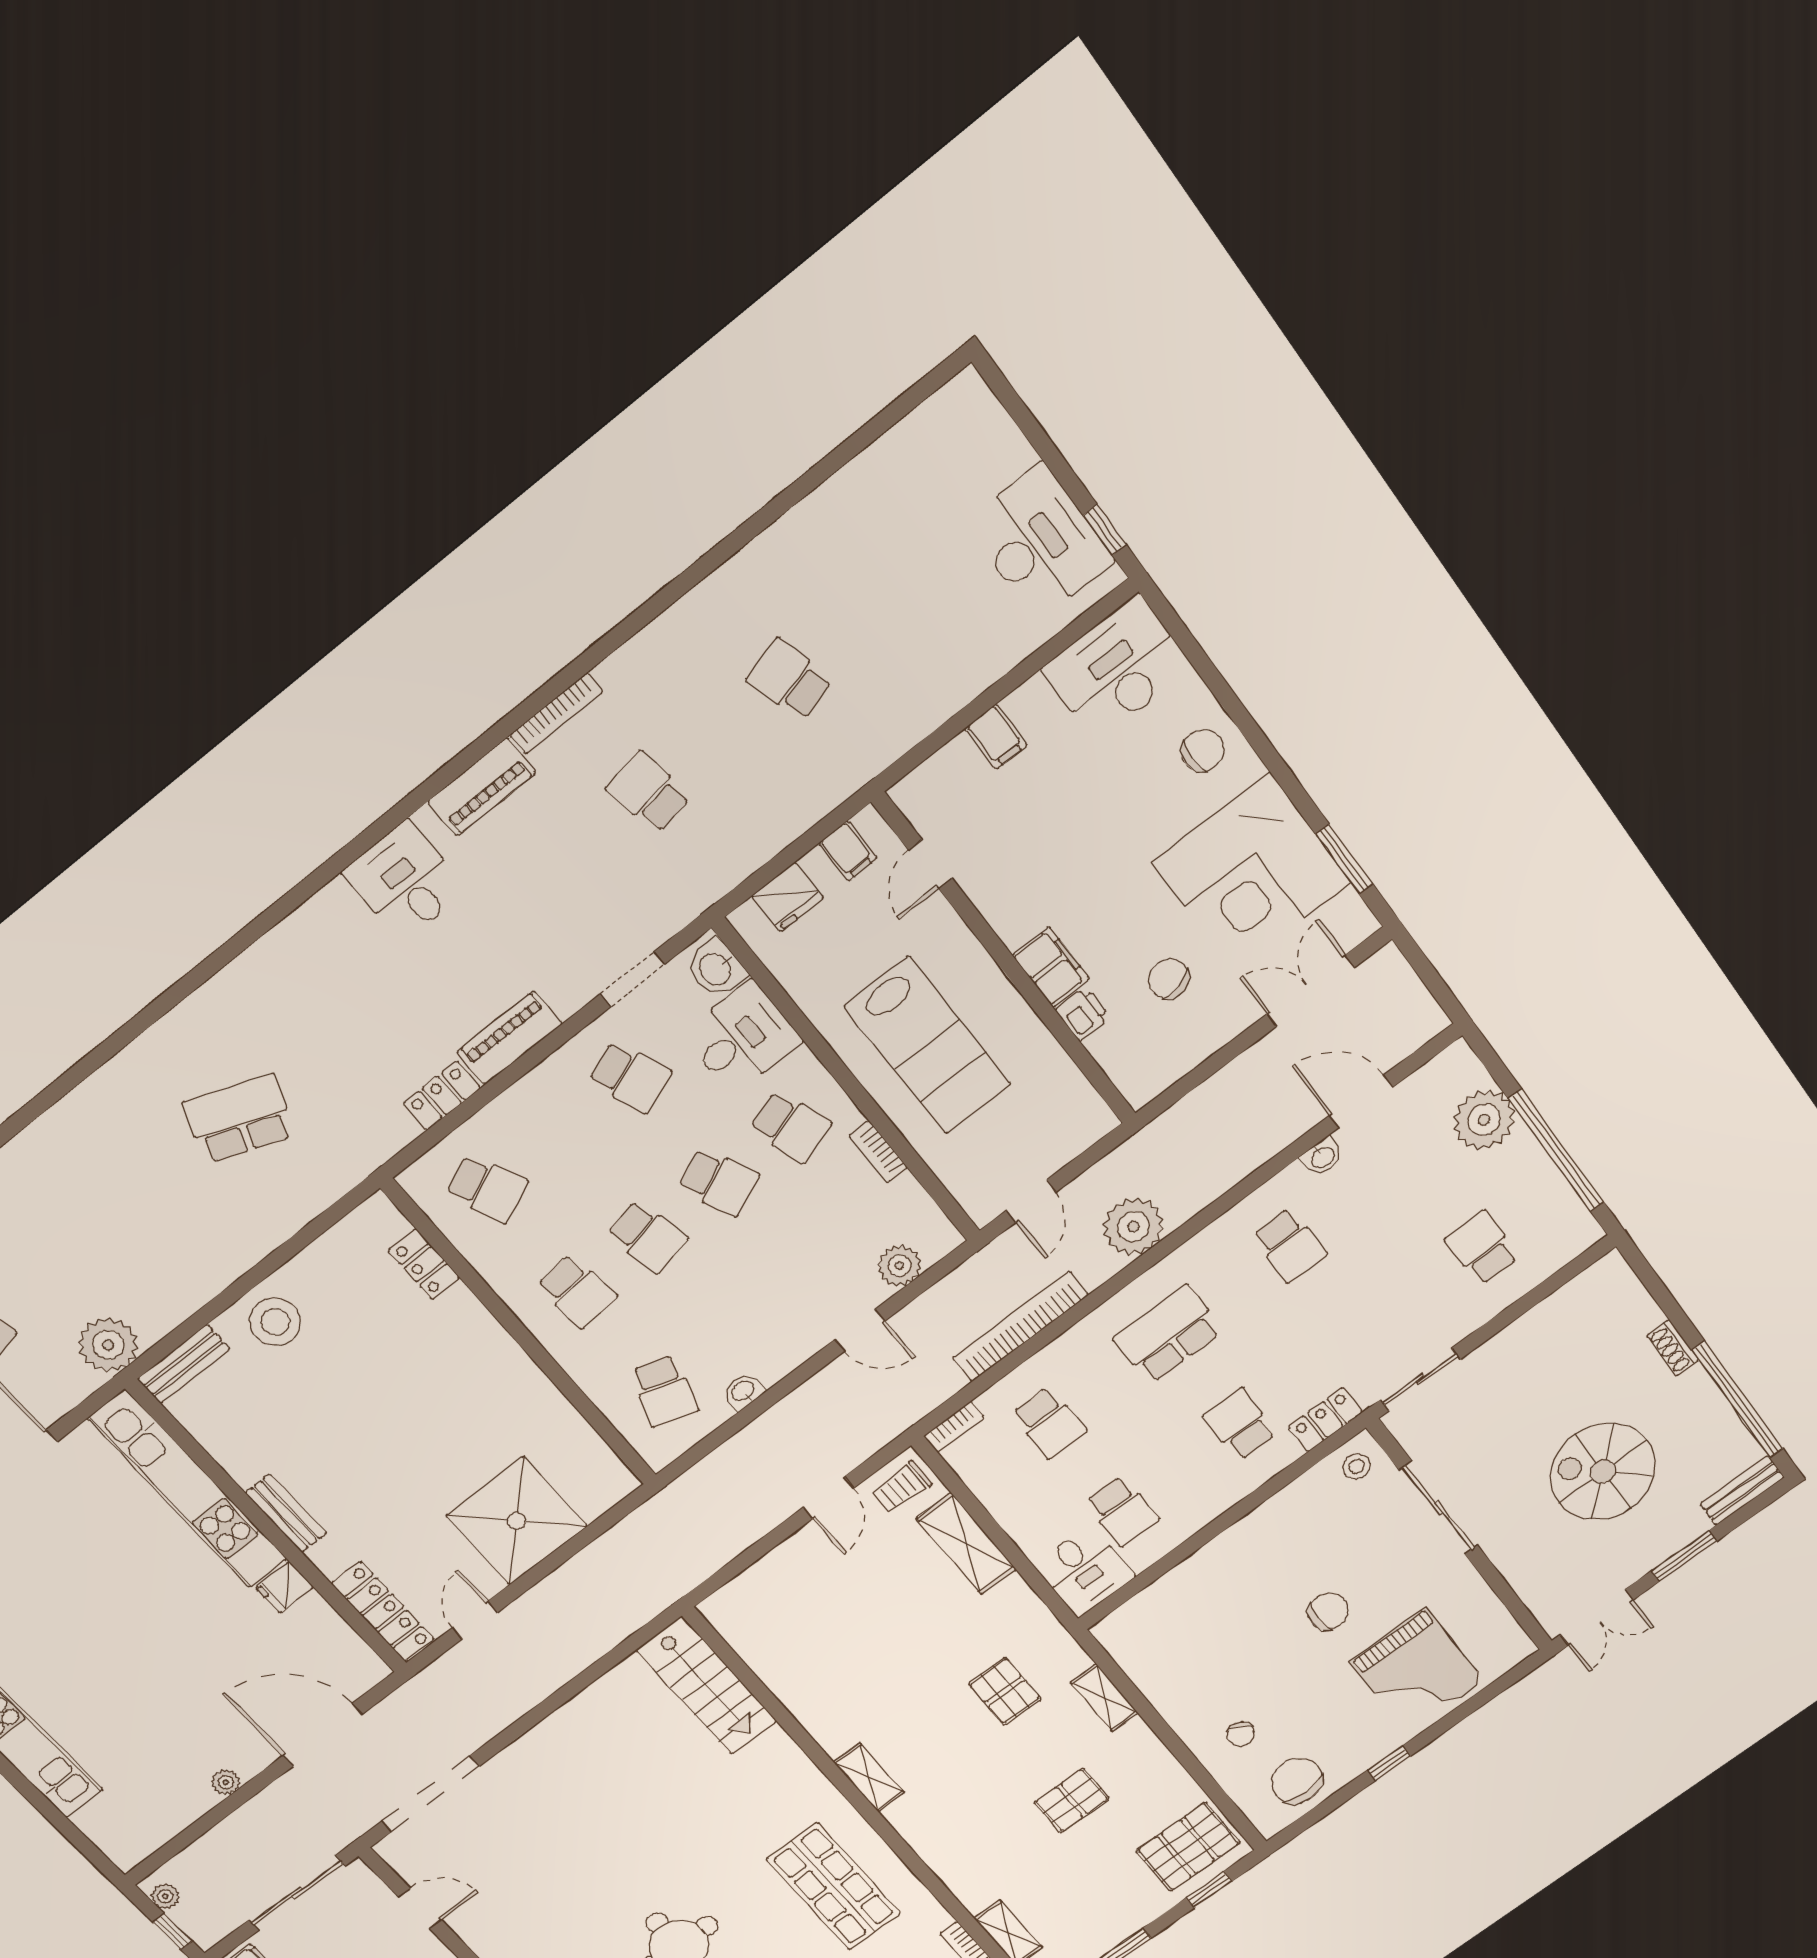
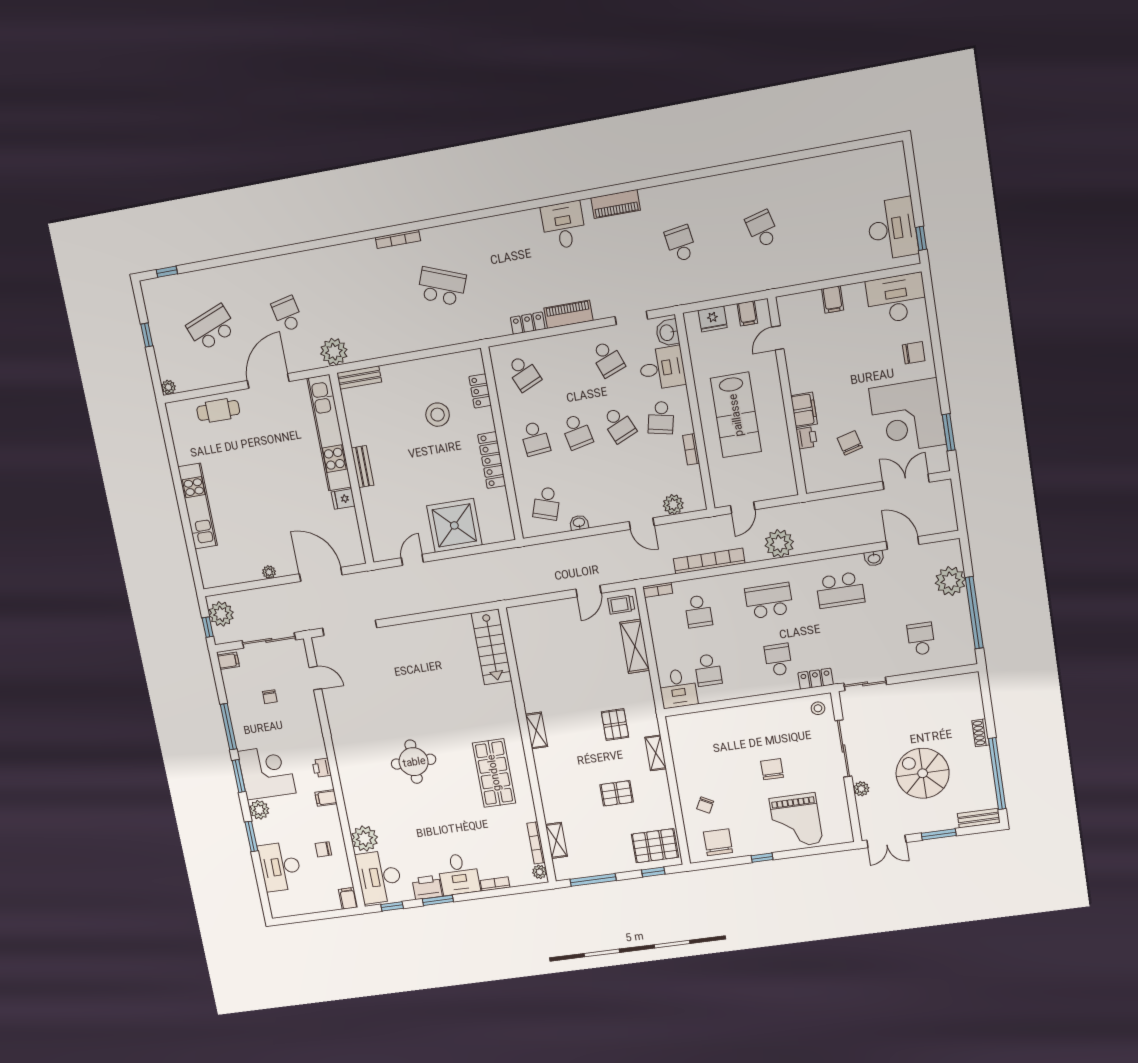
bookcase: (556, 714) -> (398, 239), moved
school desk: (790, 1127) -> (661, 418), turned 30
school desk: (1289, 1245) -> (840, 590), width x1.85
stool: (275, 1322) -> (438, 415), moved
plant: (1506, 1556) -> (861, 789), added
chair: (1328, 1611) -> (772, 769), turned -90
locker: (383, 1612) -> (492, 460), moved, turned 180
plant: (165, 1896) -> (221, 614), width x1.88, depth x1.88

